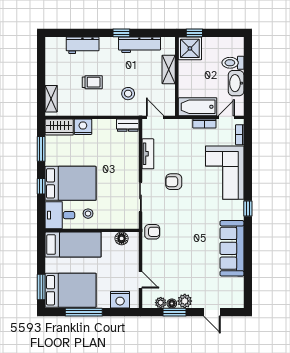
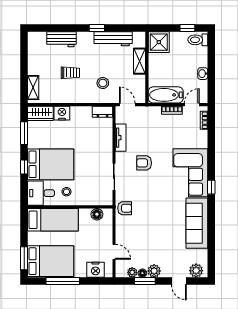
window: (194, 33) -> (187, 28), moved
toilet: (233, 63) -> (198, 40), moved
washbasin: (236, 83) -> (203, 74), width x0.52, depth x0.69
corner sofa: (225, 173) -> (190, 173), moved
plant: (231, 301) -> (196, 271), added

